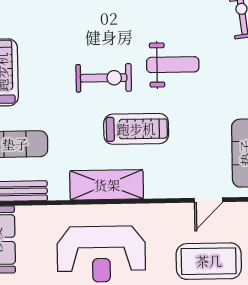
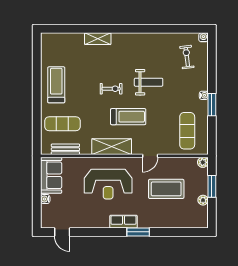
exercise bike: (104, 78) -> (111, 89), width x0.73, depth x0.72
door: (208, 200) -> (150, 156), moved

